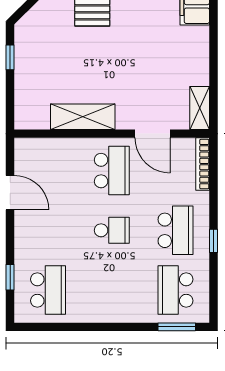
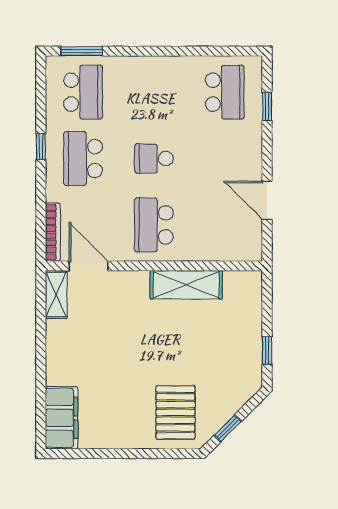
door: (153, 134) -> (89, 266), moved
school desk: (48, 290) -> (225, 92), turned 180

